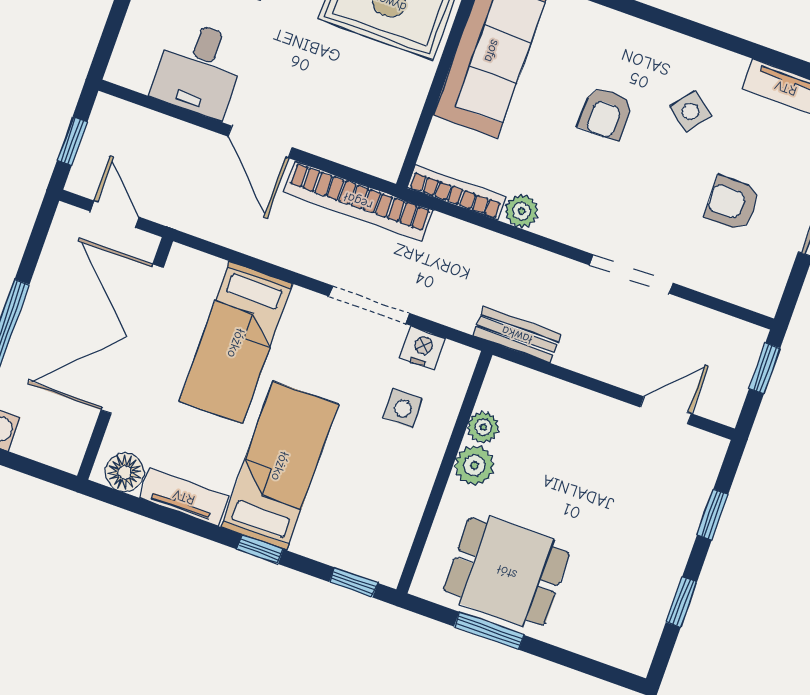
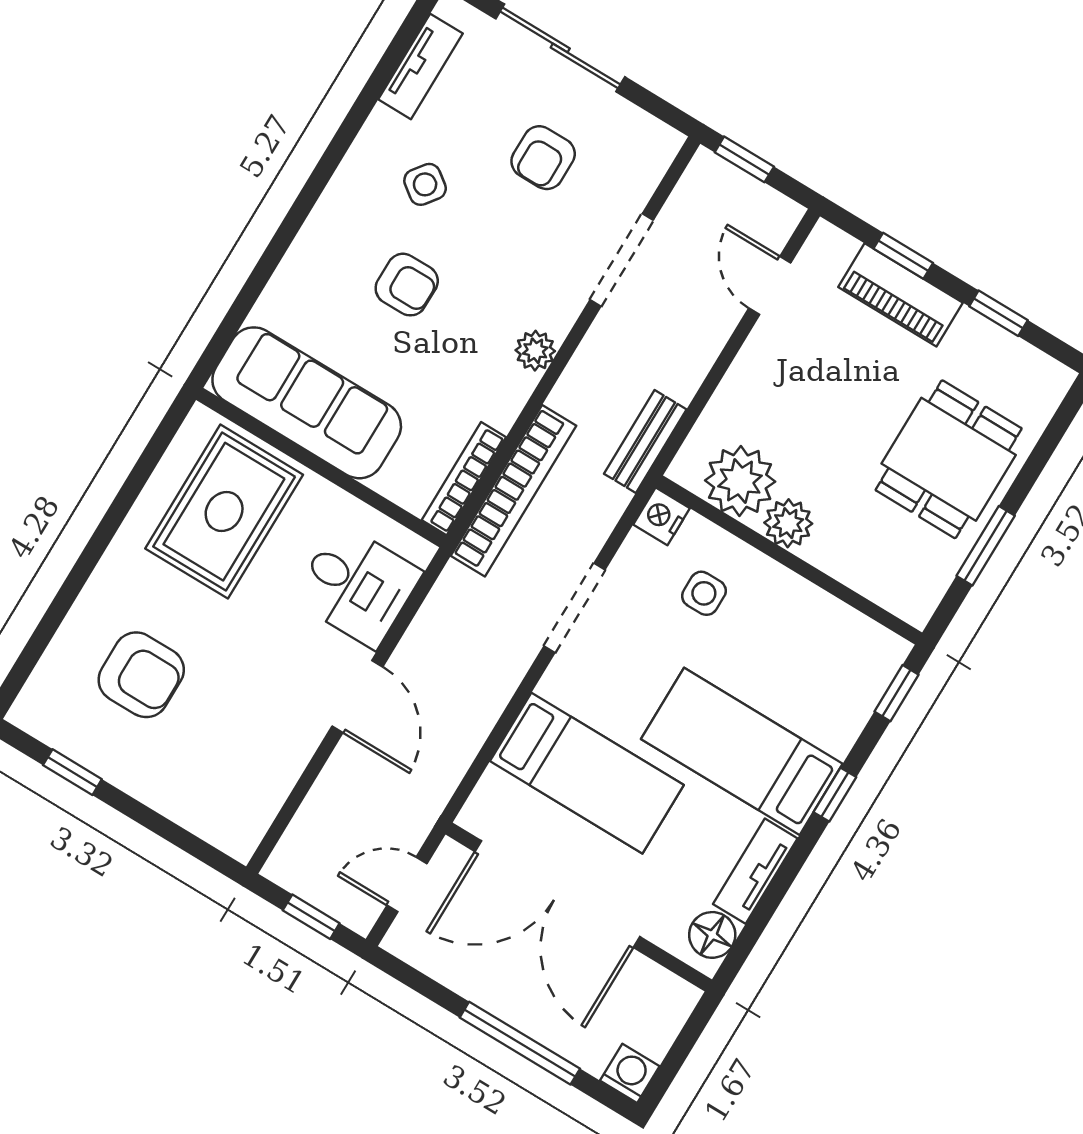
desk: (199, 69) -> (357, 586), moved
door: (260, 142) -> (357, 696), hinge flipped
bookcase: (358, 201) -> (513, 491), moved
plant: (522, 211) -> (535, 351), moved
doorway: (631, 274) -> (622, 260), moved
nightstand: (423, 348) -> (662, 516), moved
plant: (483, 427) -> (740, 481), width x1.88, depth x1.88
piano: (680, 519) -> (900, 295), added
dining table: (507, 572) -> (949, 459), moved

